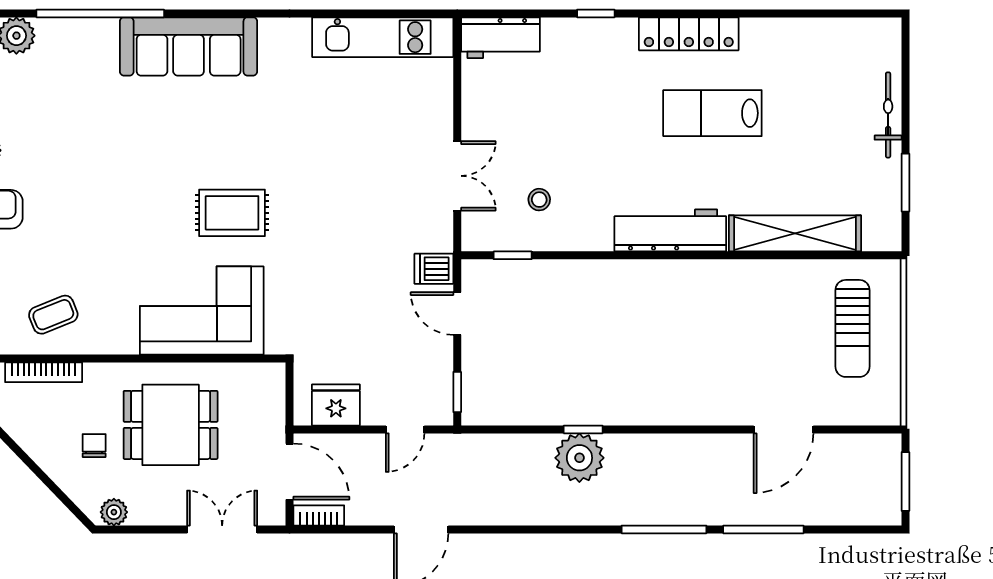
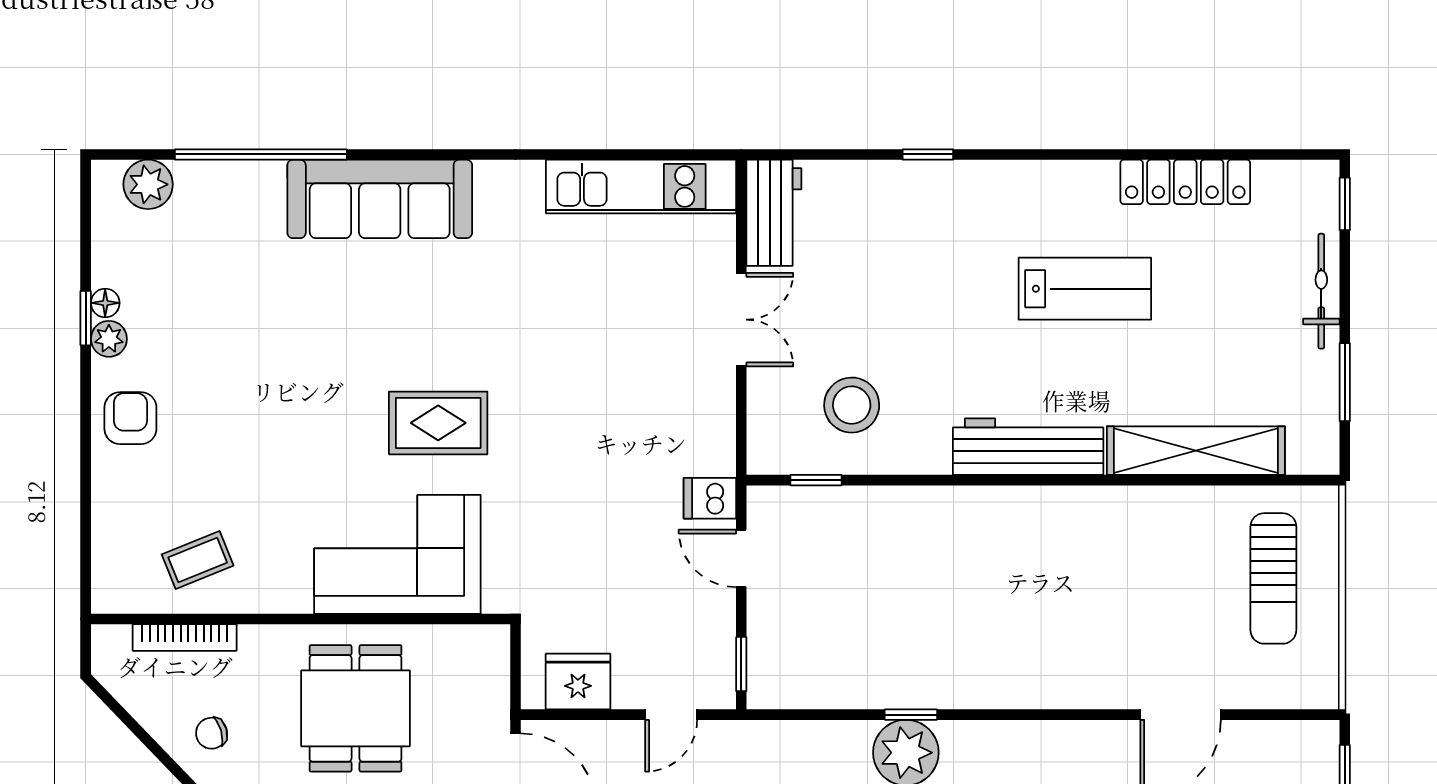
locker: (689, 34) -> (1185, 182), moved
workbench: (500, 38) -> (774, 213), moved, turned -90
window: (905, 50) -> (1345, 204), added
lab bench: (712, 113) -> (1085, 289), turned 180
double door: (457, 176) -> (741, 320), moved
stool: (539, 200) -> (852, 405), width x1.89, depth x1.89
dining table: (171, 425) -> (355, 708), turned 90
chair: (94, 446) -> (212, 733), moved, turned -106

